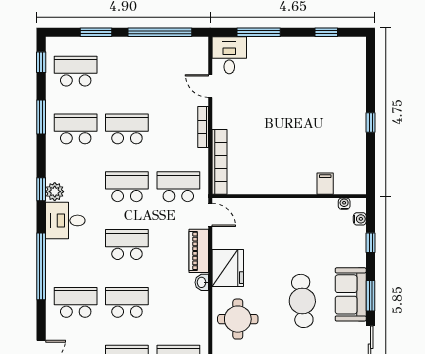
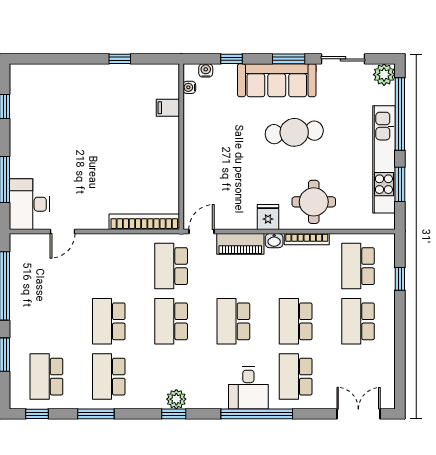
desk: (229, 55) -> (29, 204), width x1.37
window: (371, 123) -> (120, 59), moved
bookcase: (203, 127) -> (307, 239), moved
desk: (65, 220) -> (248, 388), moved
fridge: (228, 268) -> (268, 217), width x0.53, depth x0.75
sofa: (351, 294) -> (277, 80), width x1.36

